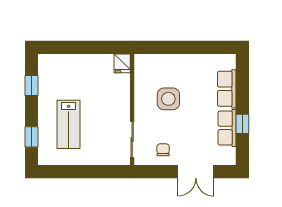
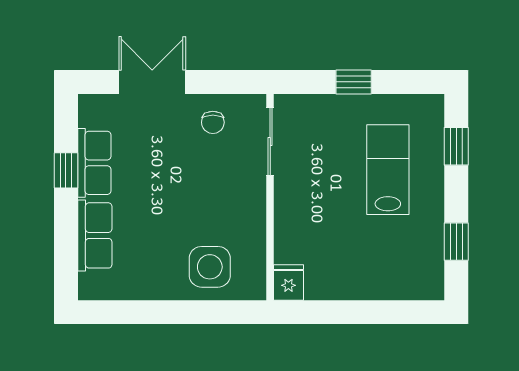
side table: (168, 99) -> (210, 267), moved
window: (87, 172) -> (354, 82), added

